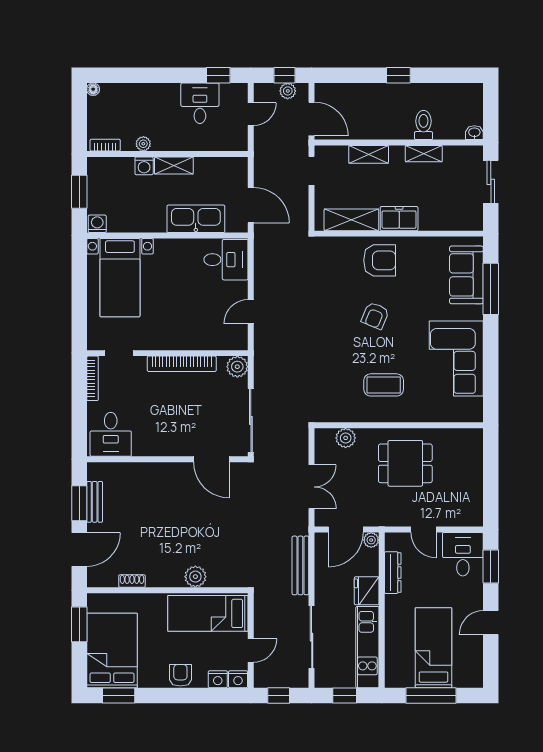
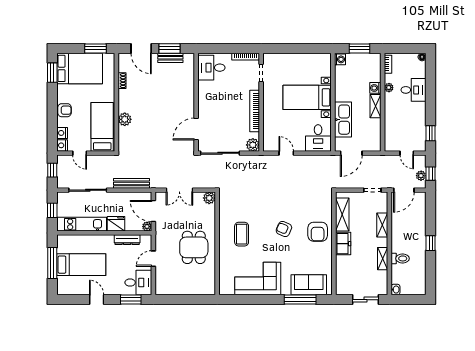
desk: (200, 103) -> (413, 90), moved
bed with nightstands: (120, 278) -> (307, 97), moved
plant: (346, 438) -> (209, 198), moved

